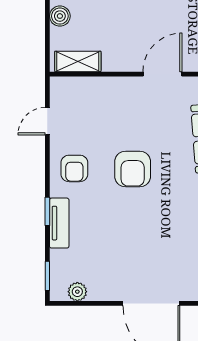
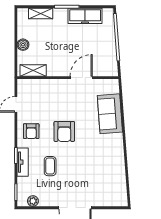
coffee table: (108, 230) -> (50, 166), added

